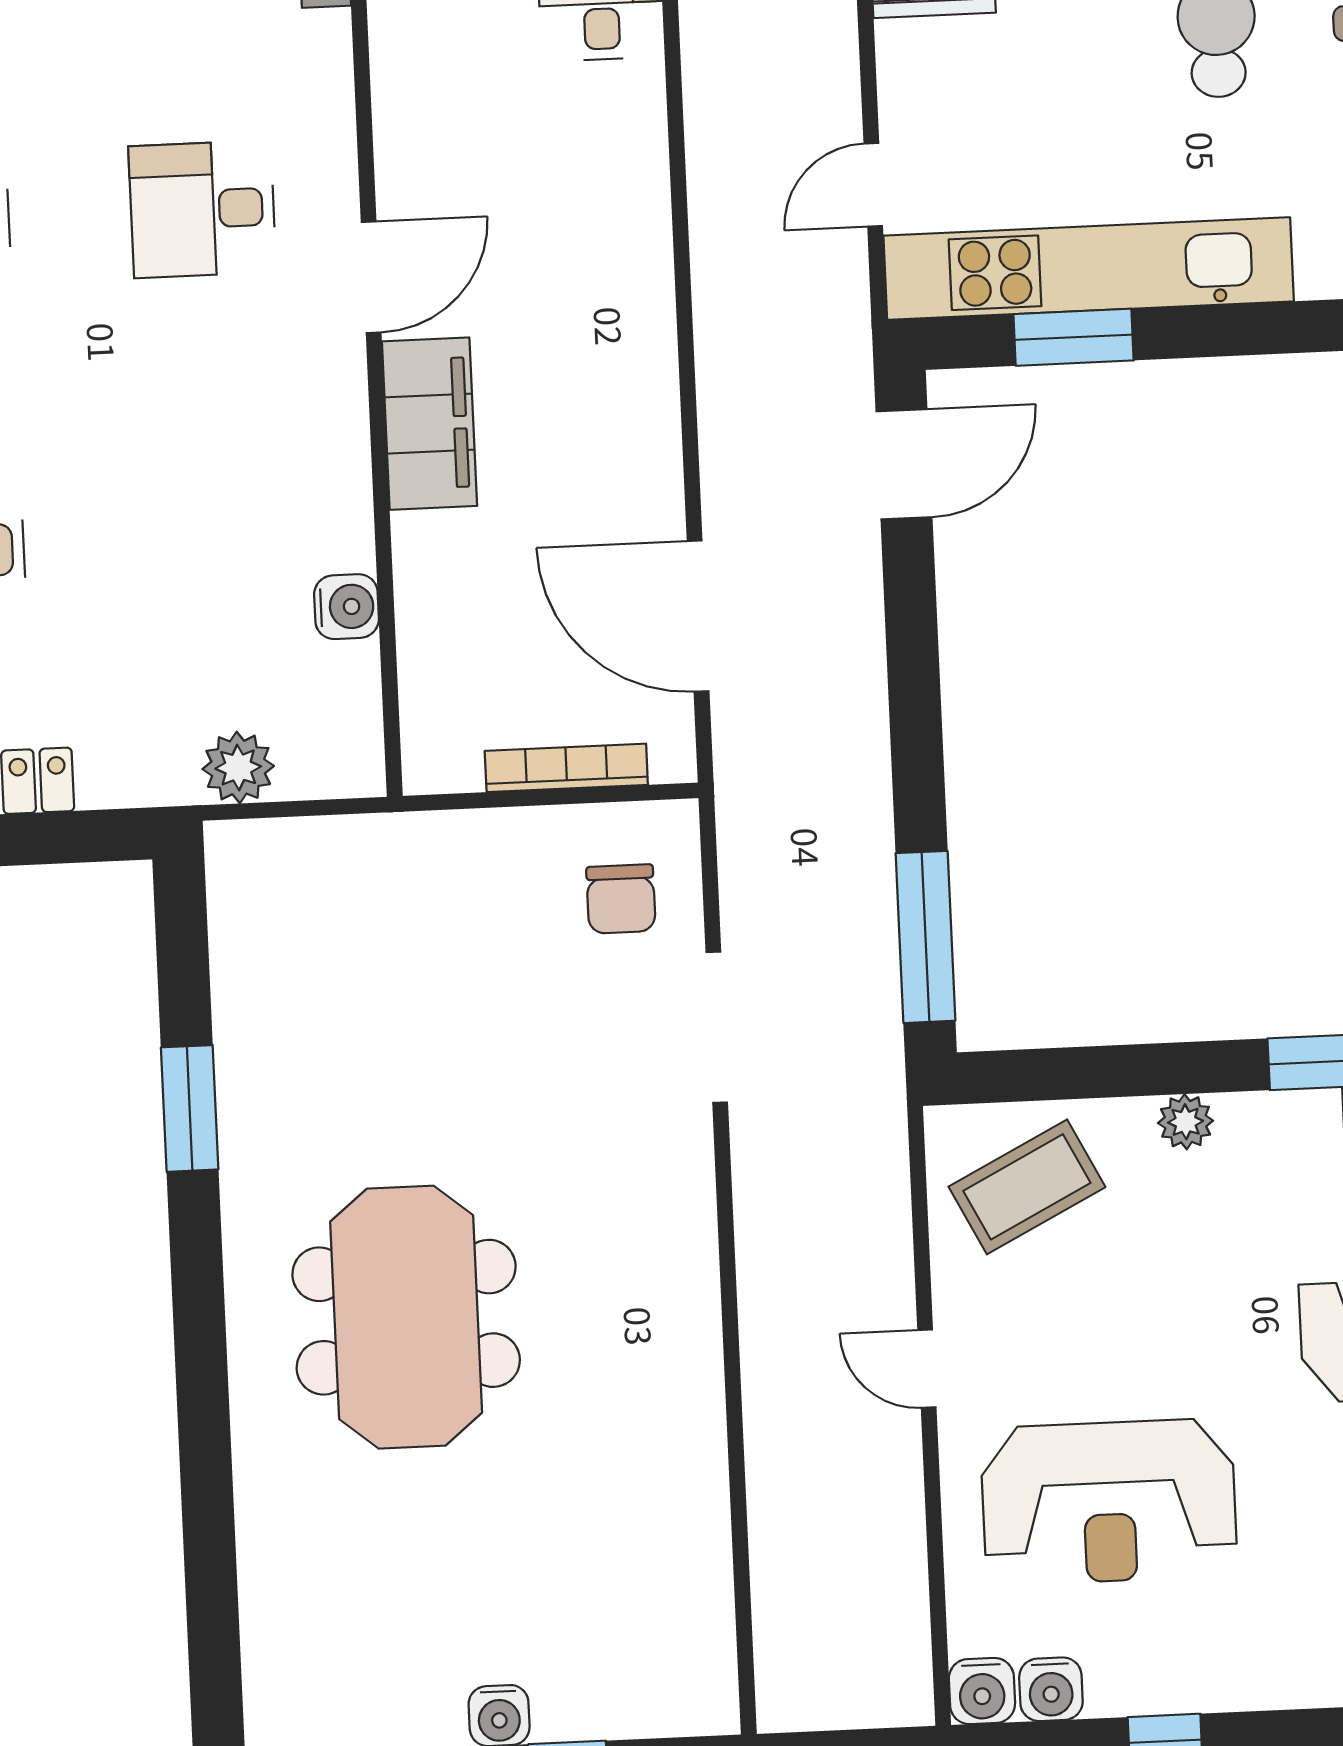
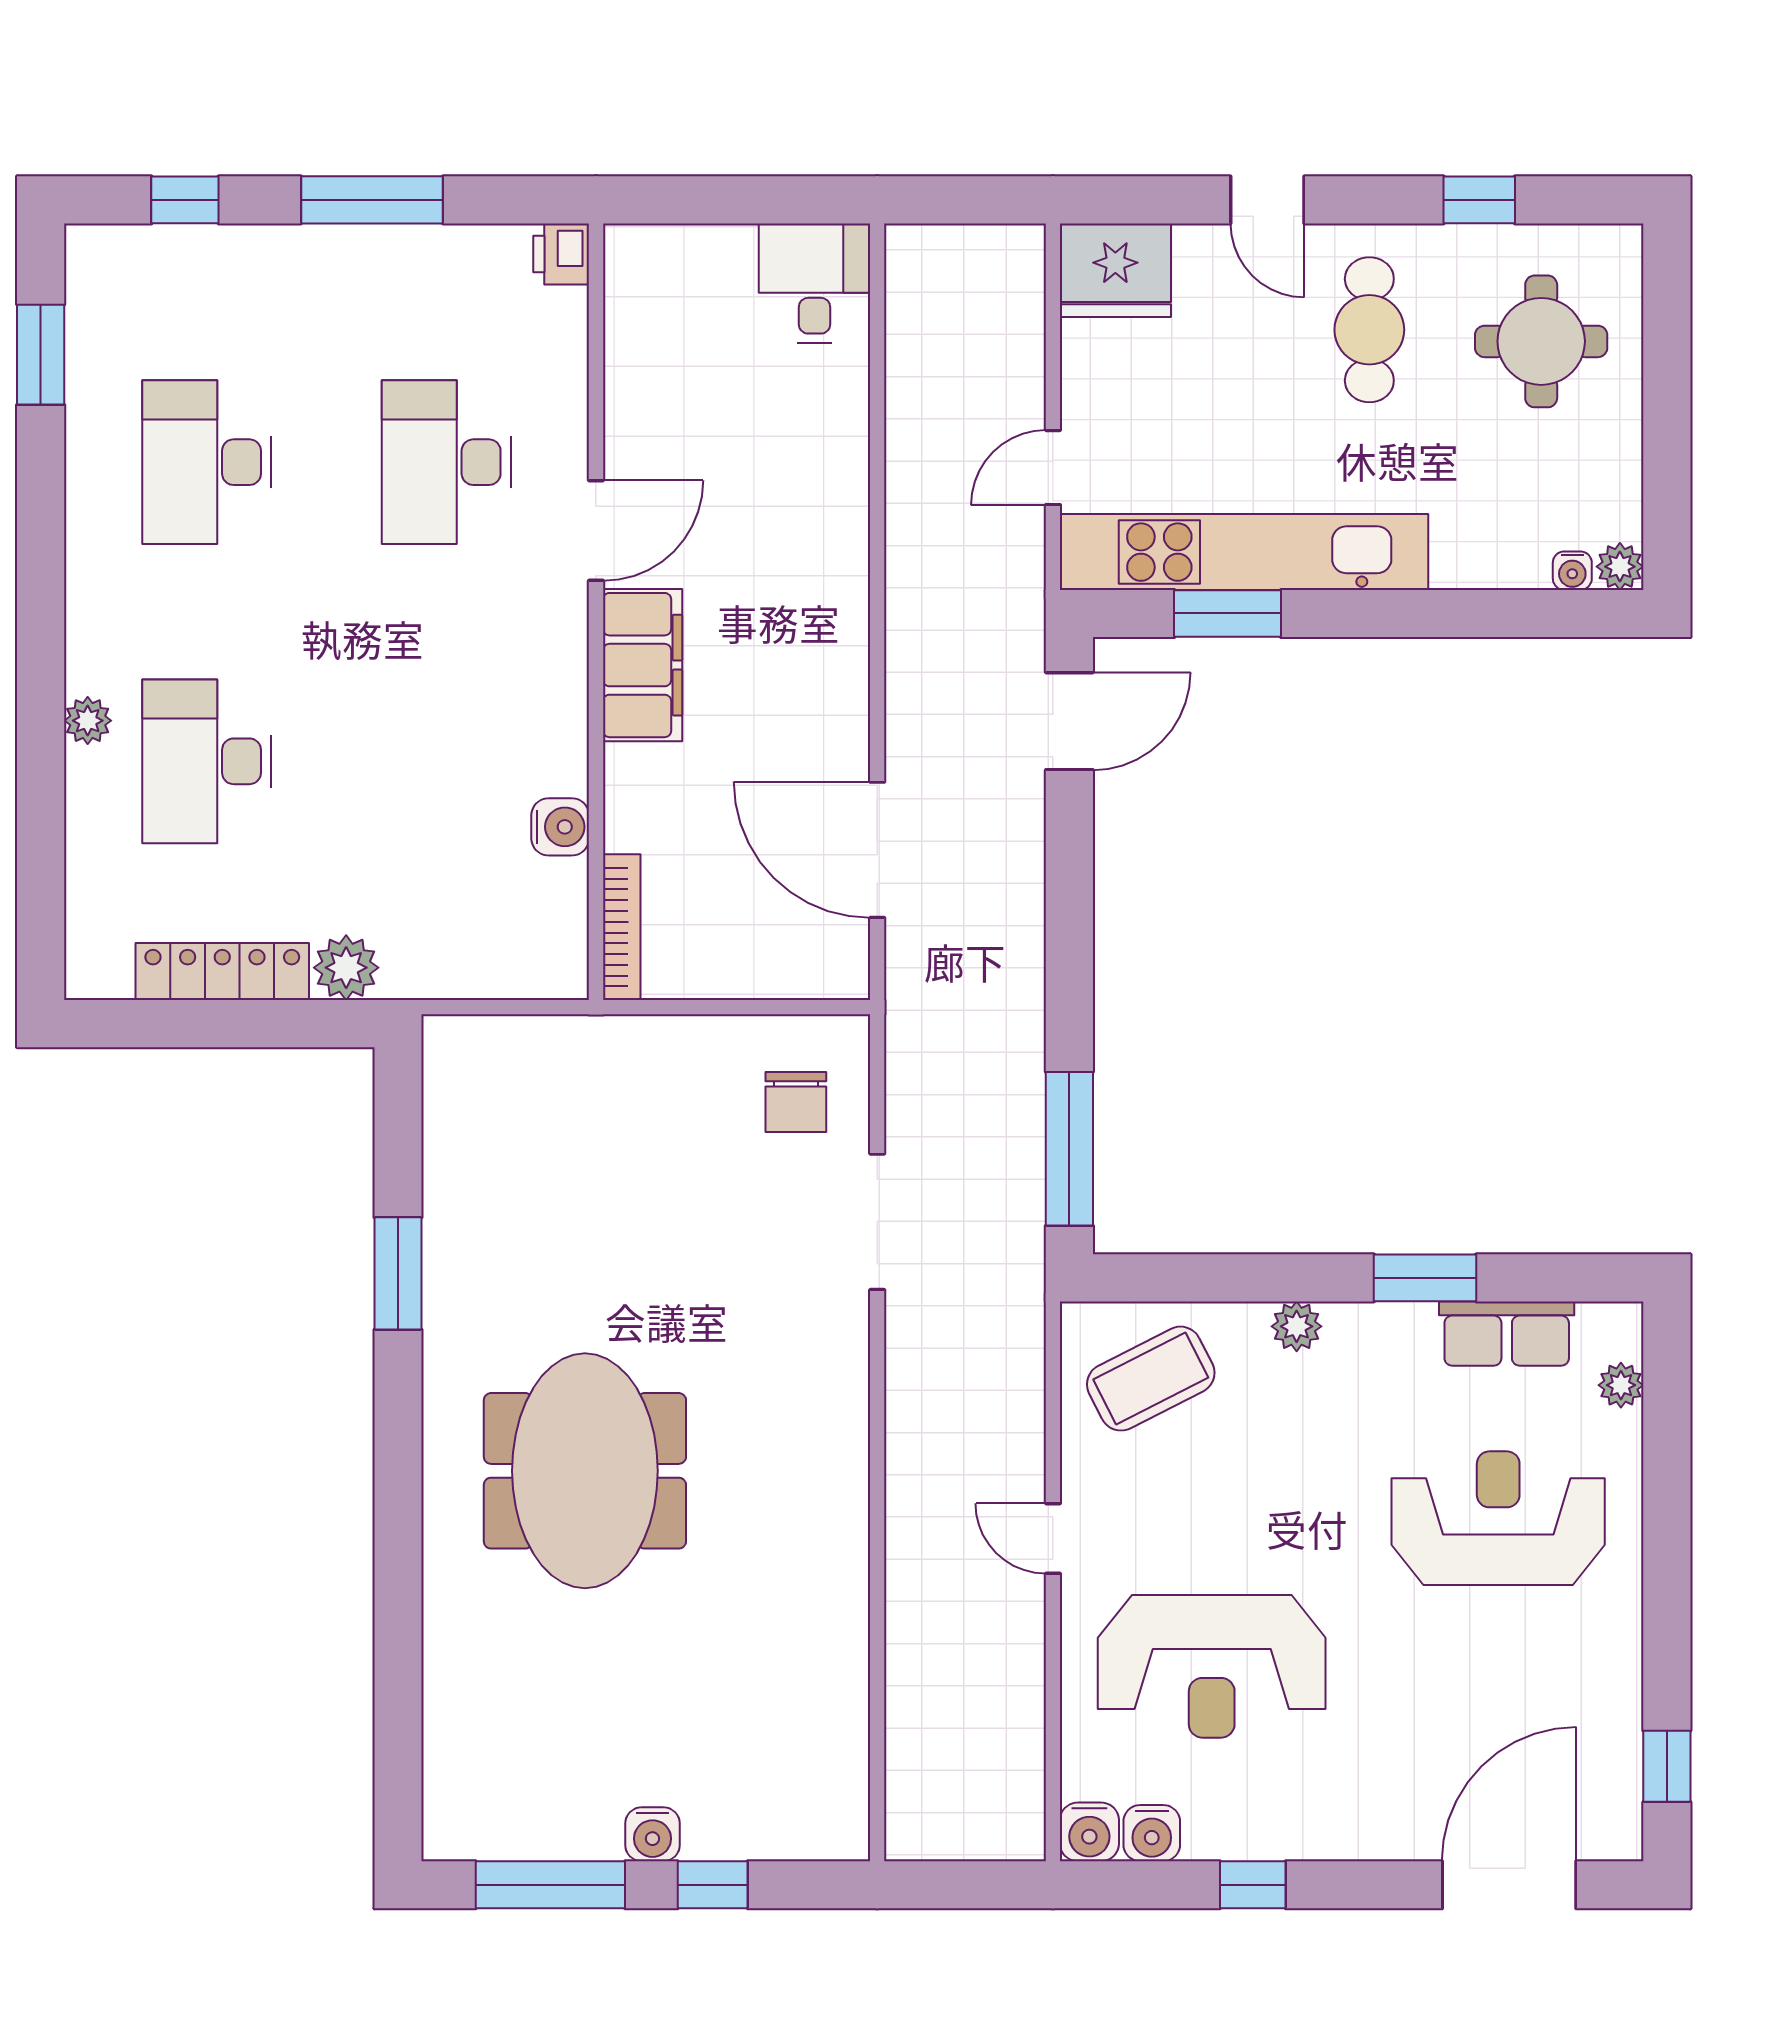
desk: (202, 209) -> (446, 462), width x1.37
plant: (238, 767) -> (346, 968), moved
bookcase: (566, 768) -> (622, 927), moved, turned 90

